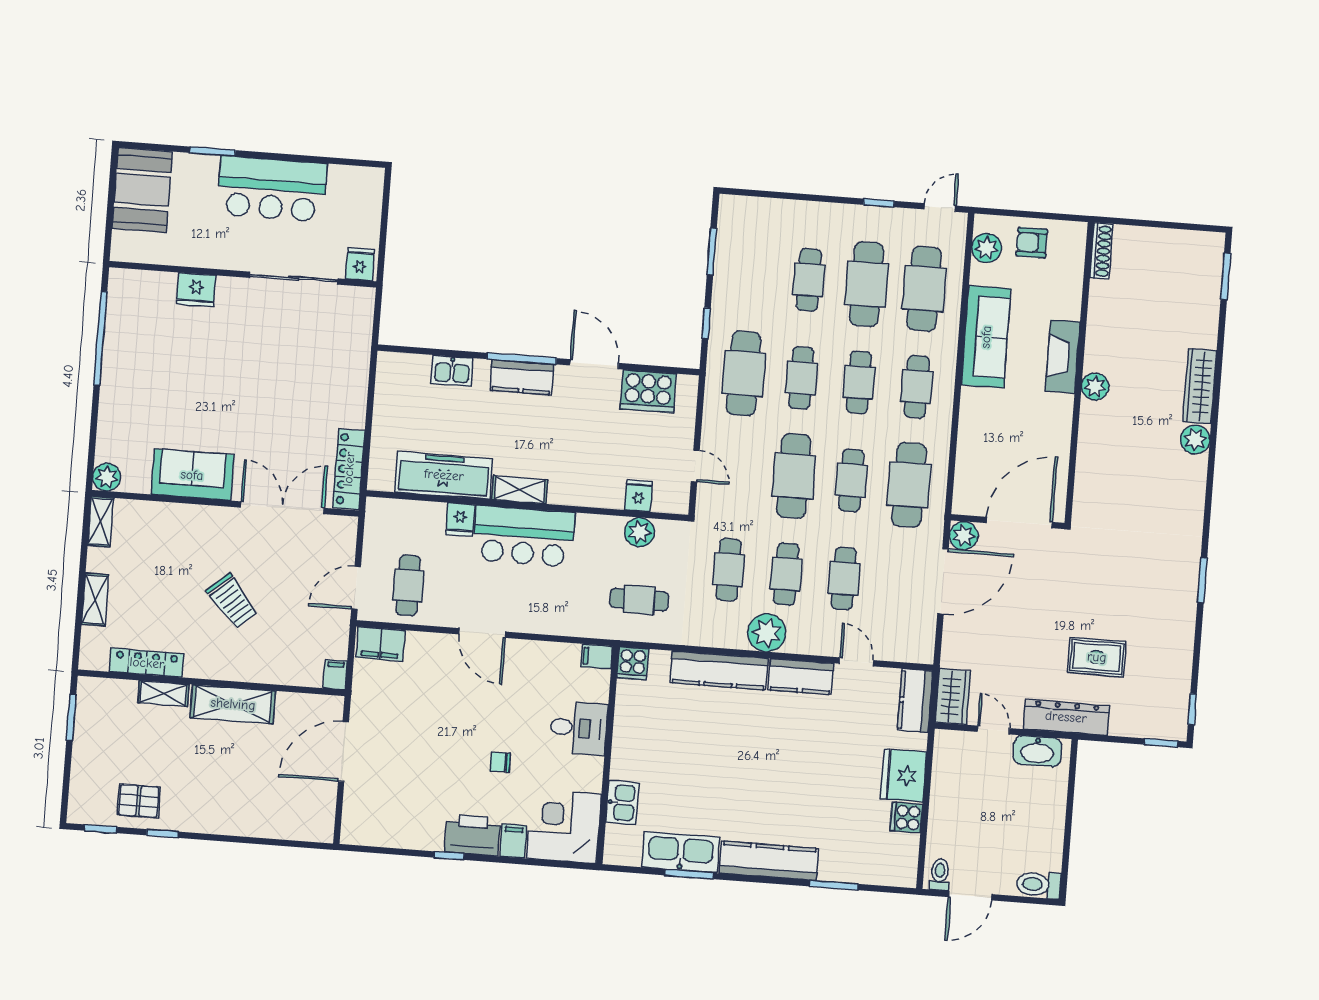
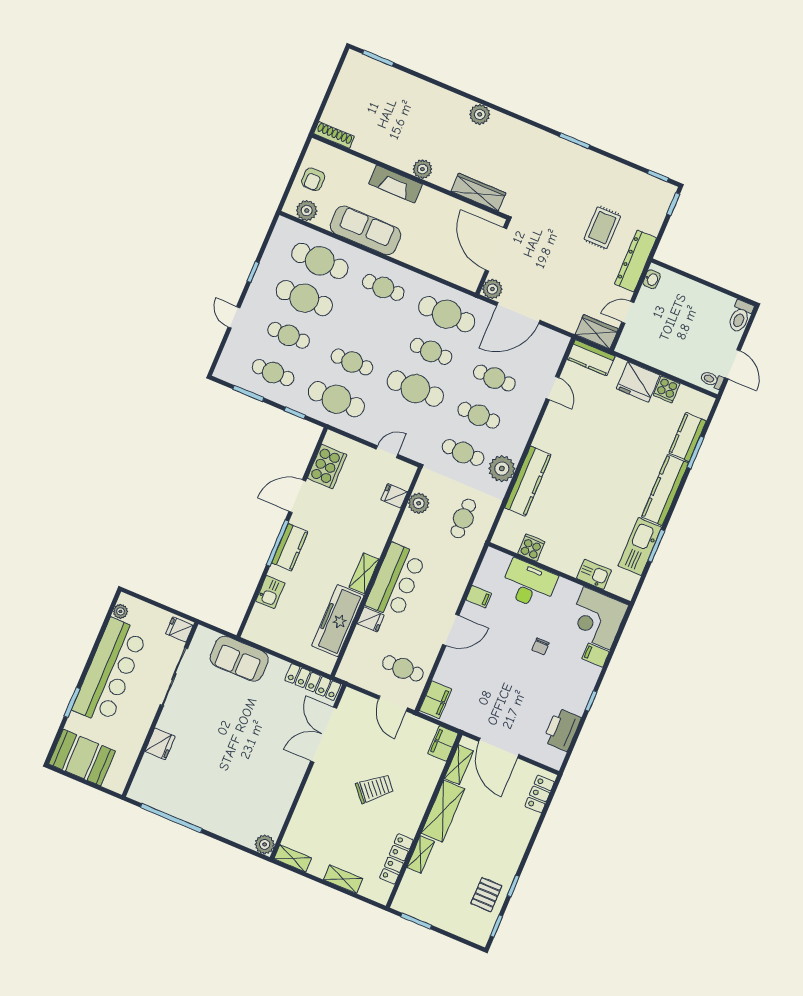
plant: (358, 176) -> (120, 611), added
bar counter: (272, 189) -> (110, 671), width x1.36
door: (940, 208) -> (234, 317), moved
cafe table: (859, 382) -> (273, 373), moved
wardrobe: (1200, 386) -> (478, 192), moved, turned 180
sofa: (192, 475) -> (239, 659), moved, turned -90
door: (943, 581) -> (518, 313), swing flipped
plant: (767, 633) -> (502, 469), moved
filing cabinet: (597, 656) -> (479, 597), moved, turned -90
door: (856, 662) -> (552, 388), swing flipped
cooker: (633, 663) -> (531, 548), moved, turned -90
filing cabinet: (335, 675) -> (443, 743), width x2.00
kitchen counter: (801, 677) -> (688, 437), moved, turned 180
shelving: (303, 705) -> (459, 765), added
desk: (579, 728) -> (529, 584), width x1.37
washbasin: (1037, 751) -> (652, 279), width x0.52, depth x0.69
locker: (299, 828) -> (540, 794), added
printer: (473, 835) -> (562, 730), moved

